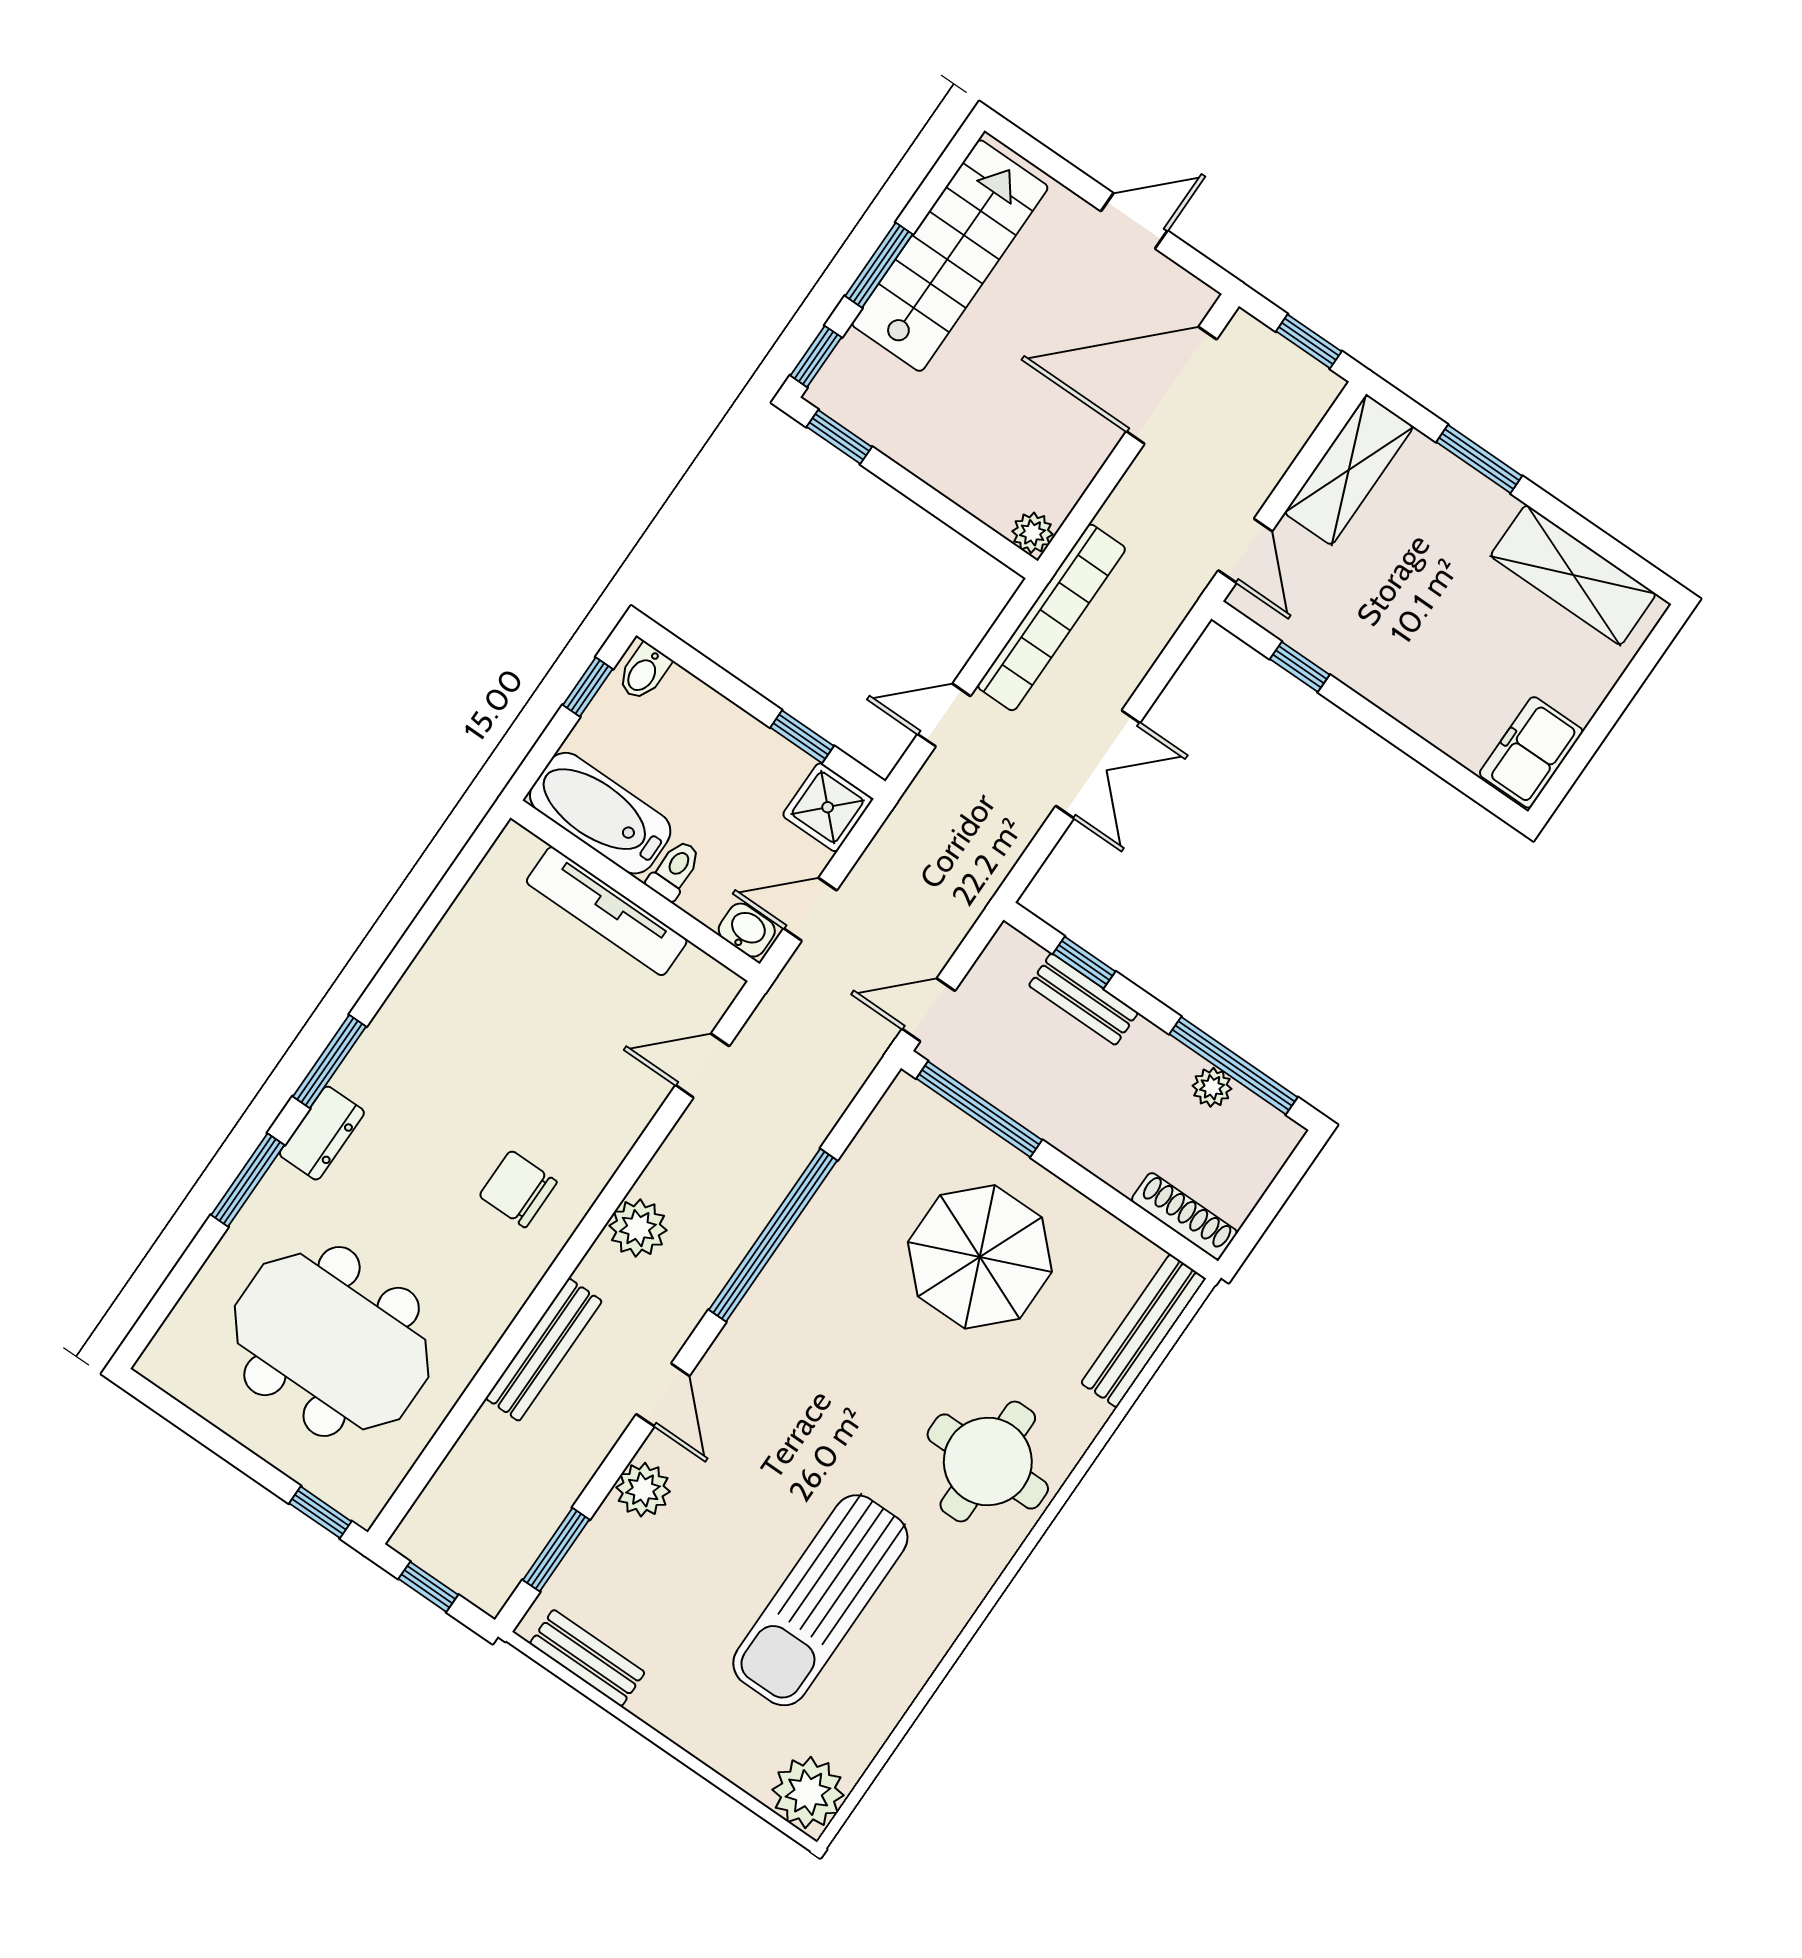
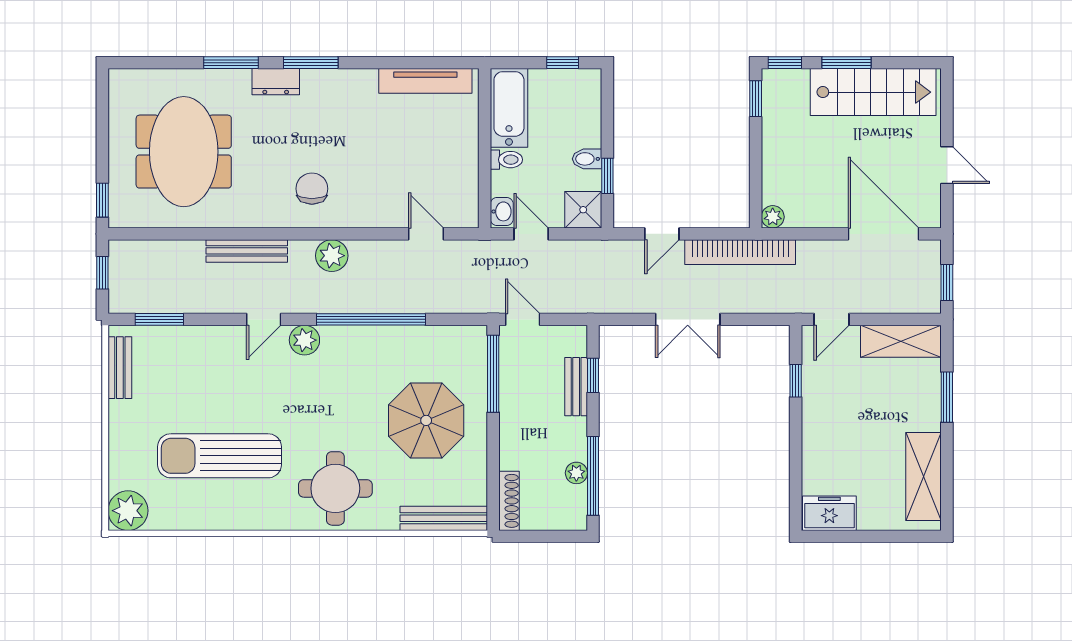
bidet: (644, 672) -> (587, 159), moved
door: (944, 715) -> (662, 234), swing flipped
tv unit: (607, 911) -> (425, 81), moved, turned -90
plant: (643, 1490) -> (304, 340), moved

